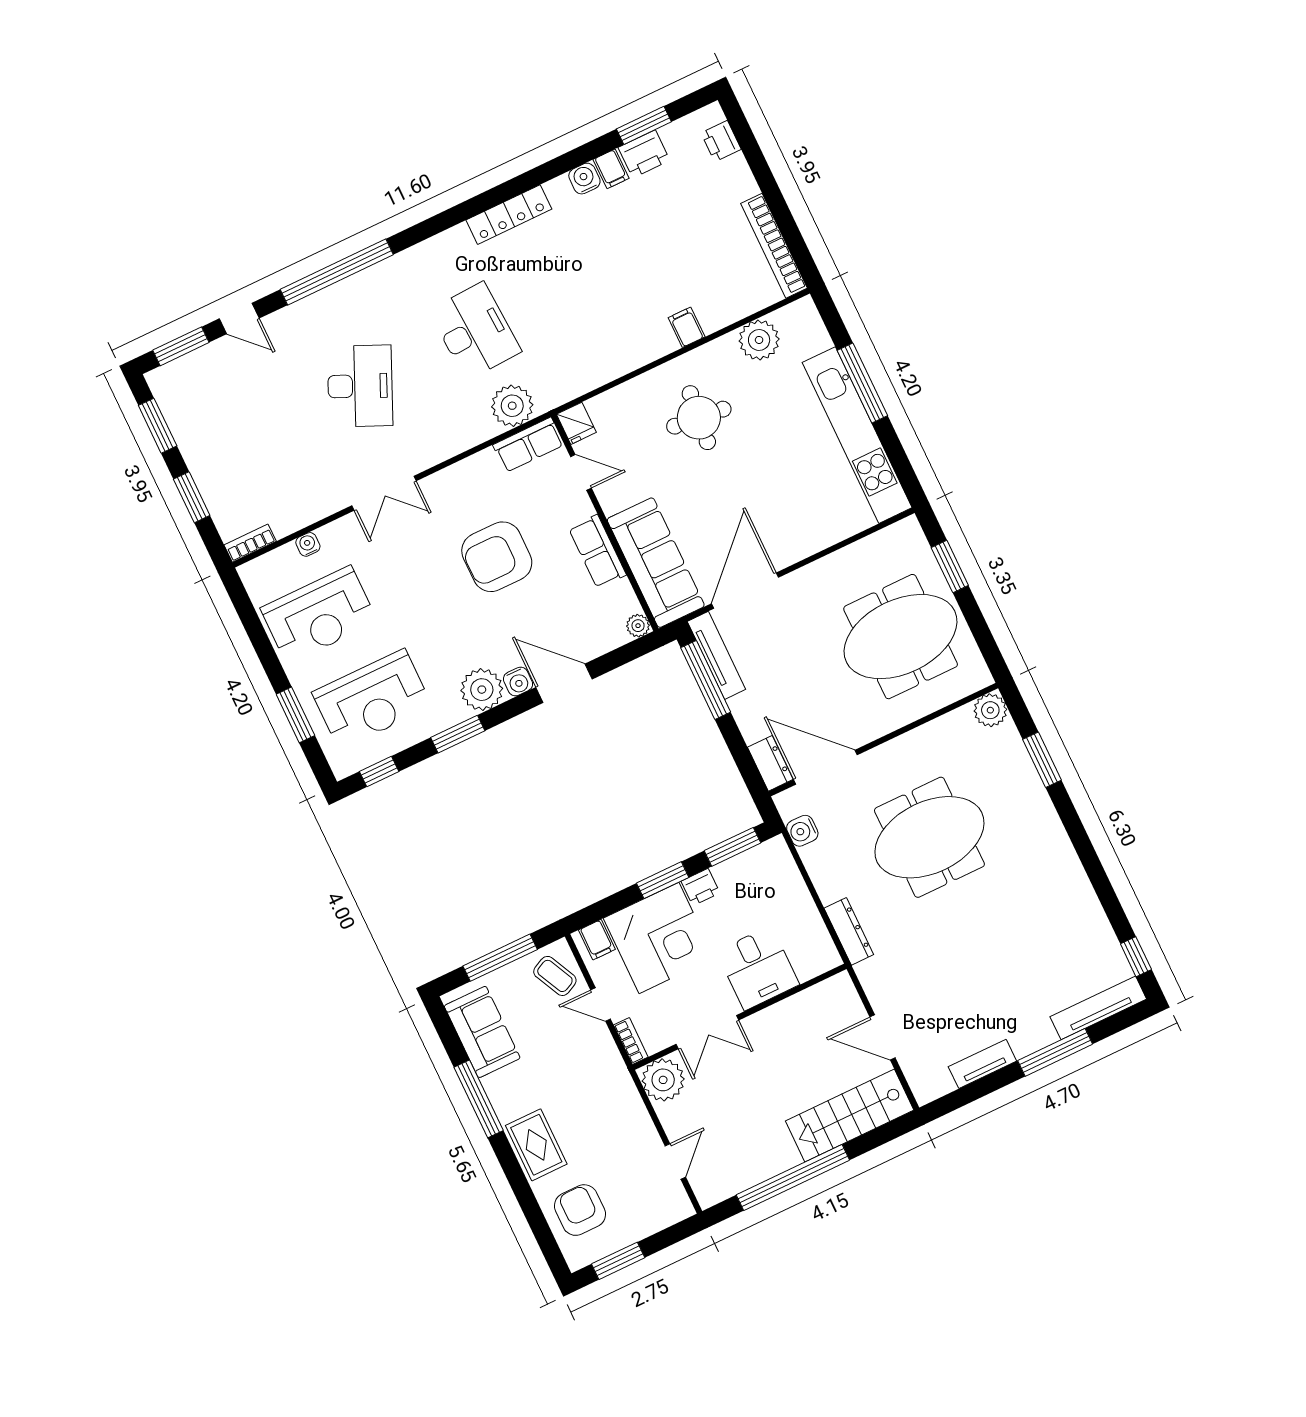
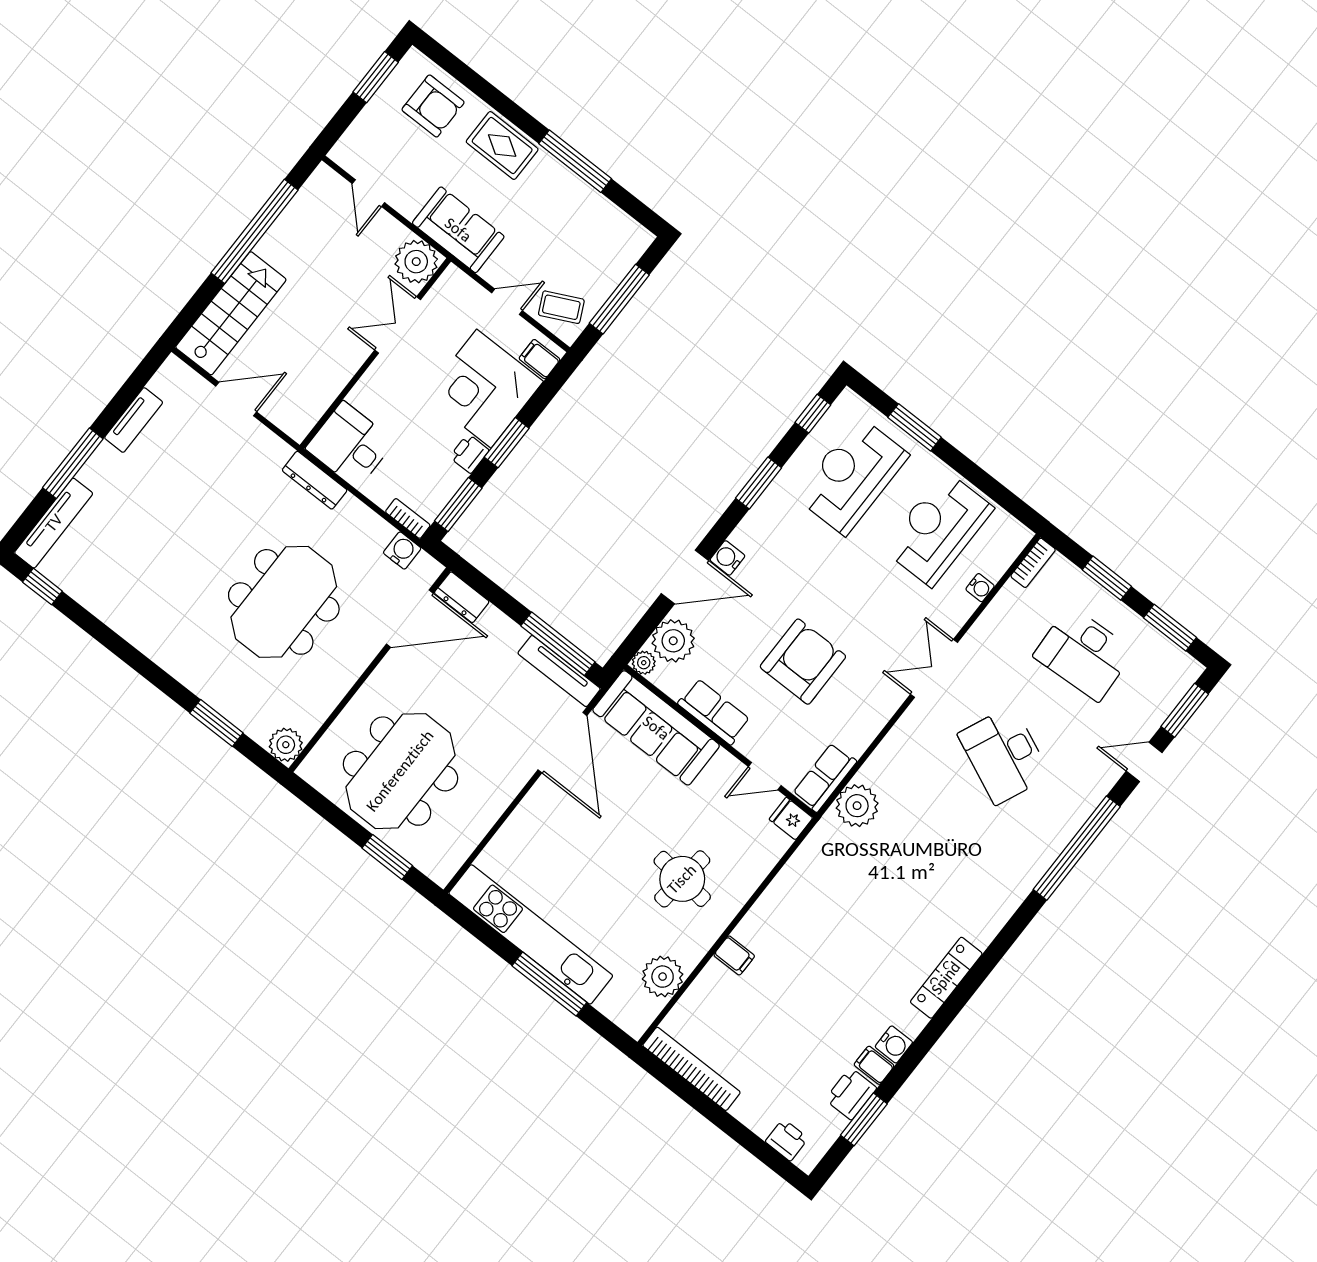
desk: (475, 331) -> (1084, 653), moved
plant: (482, 690) -> (673, 641), moved
desk: (758, 968) -> (350, 445), moved
sofa: (482, 1032) -> (458, 230), moved, turned 180
bookcase: (631, 1041) -> (408, 518), moved, turned 180

